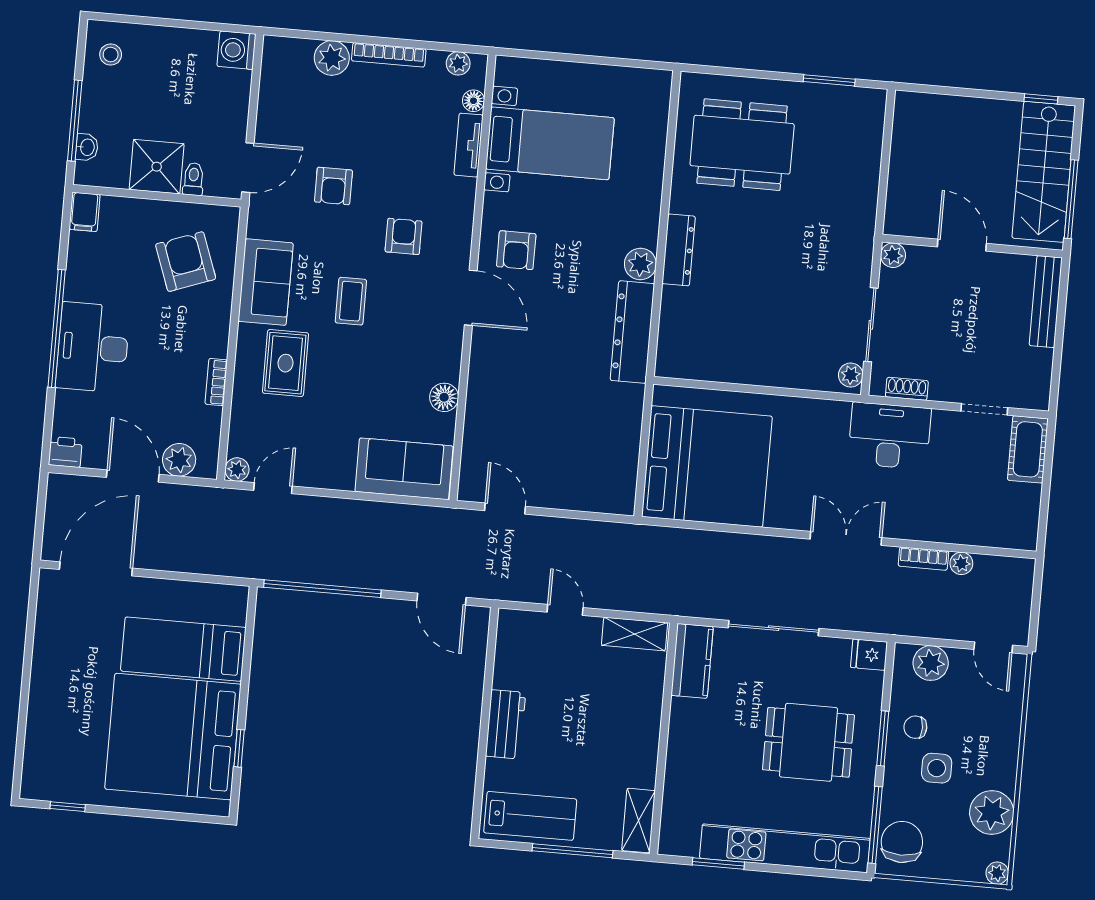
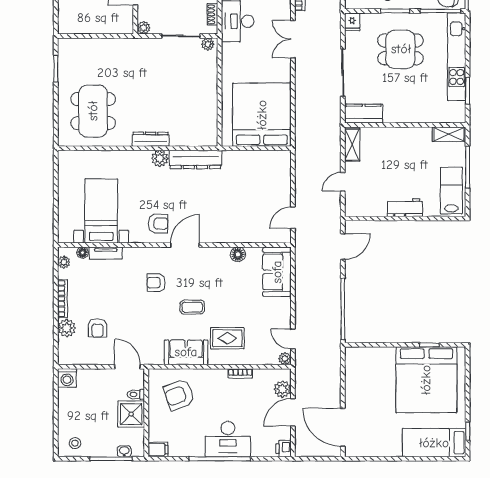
armchair: (333, 186) -> (98, 328), moved, turned 90
bed: (183, 649) -> (434, 443), moved, turned 90
dining table: (808, 742) -> (401, 49), turned 90

